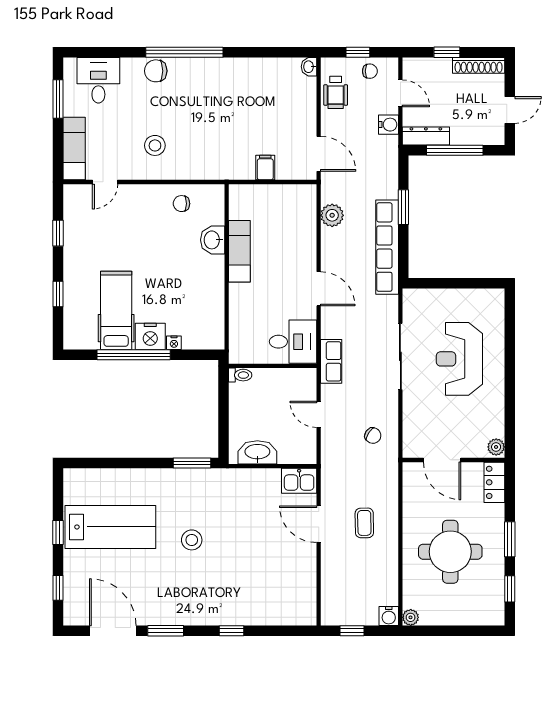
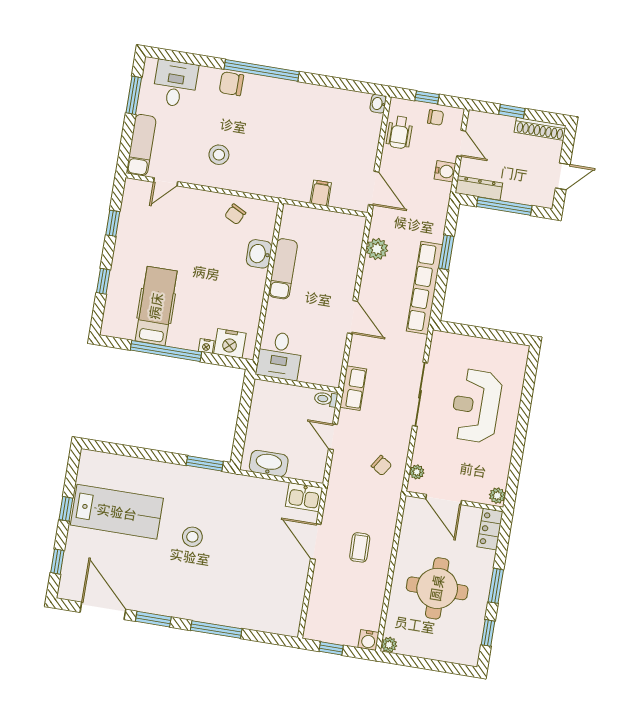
chair: (181, 204) -> (235, 214), turned -63
nightstand: (150, 336) -> (230, 343), moved
desk: (293, 342) -> (280, 356), moved, turned 90
toilet: (240, 375) -> (326, 399), moved, turned 180
plant: (410, 436) -> (417, 472), added
window: (232, 631) -> (216, 629), width x2.17

